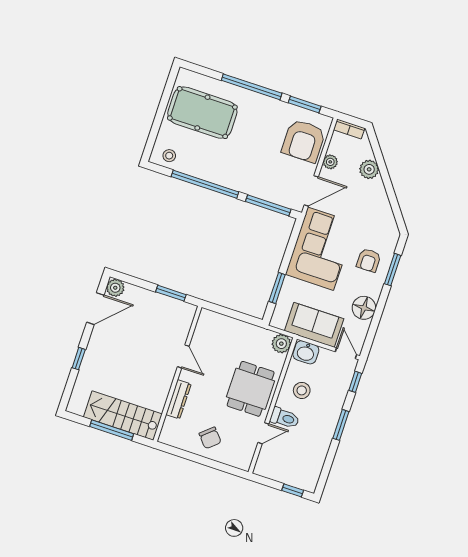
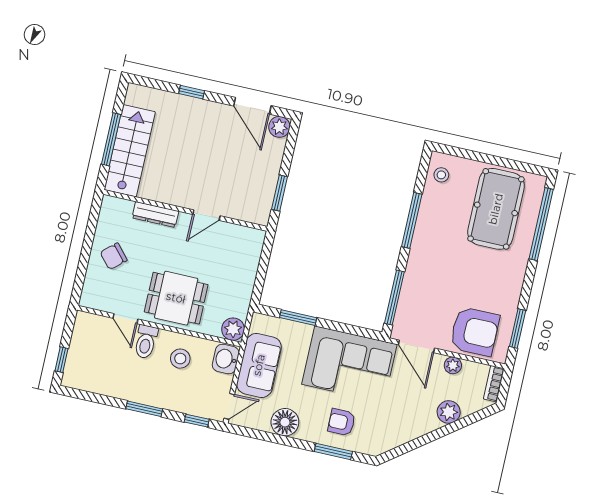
window: (252, 87) -> (541, 224), moved
armchair: (304, 141) -> (475, 331), turned 180
window: (205, 184) -> (412, 220), width x0.68

